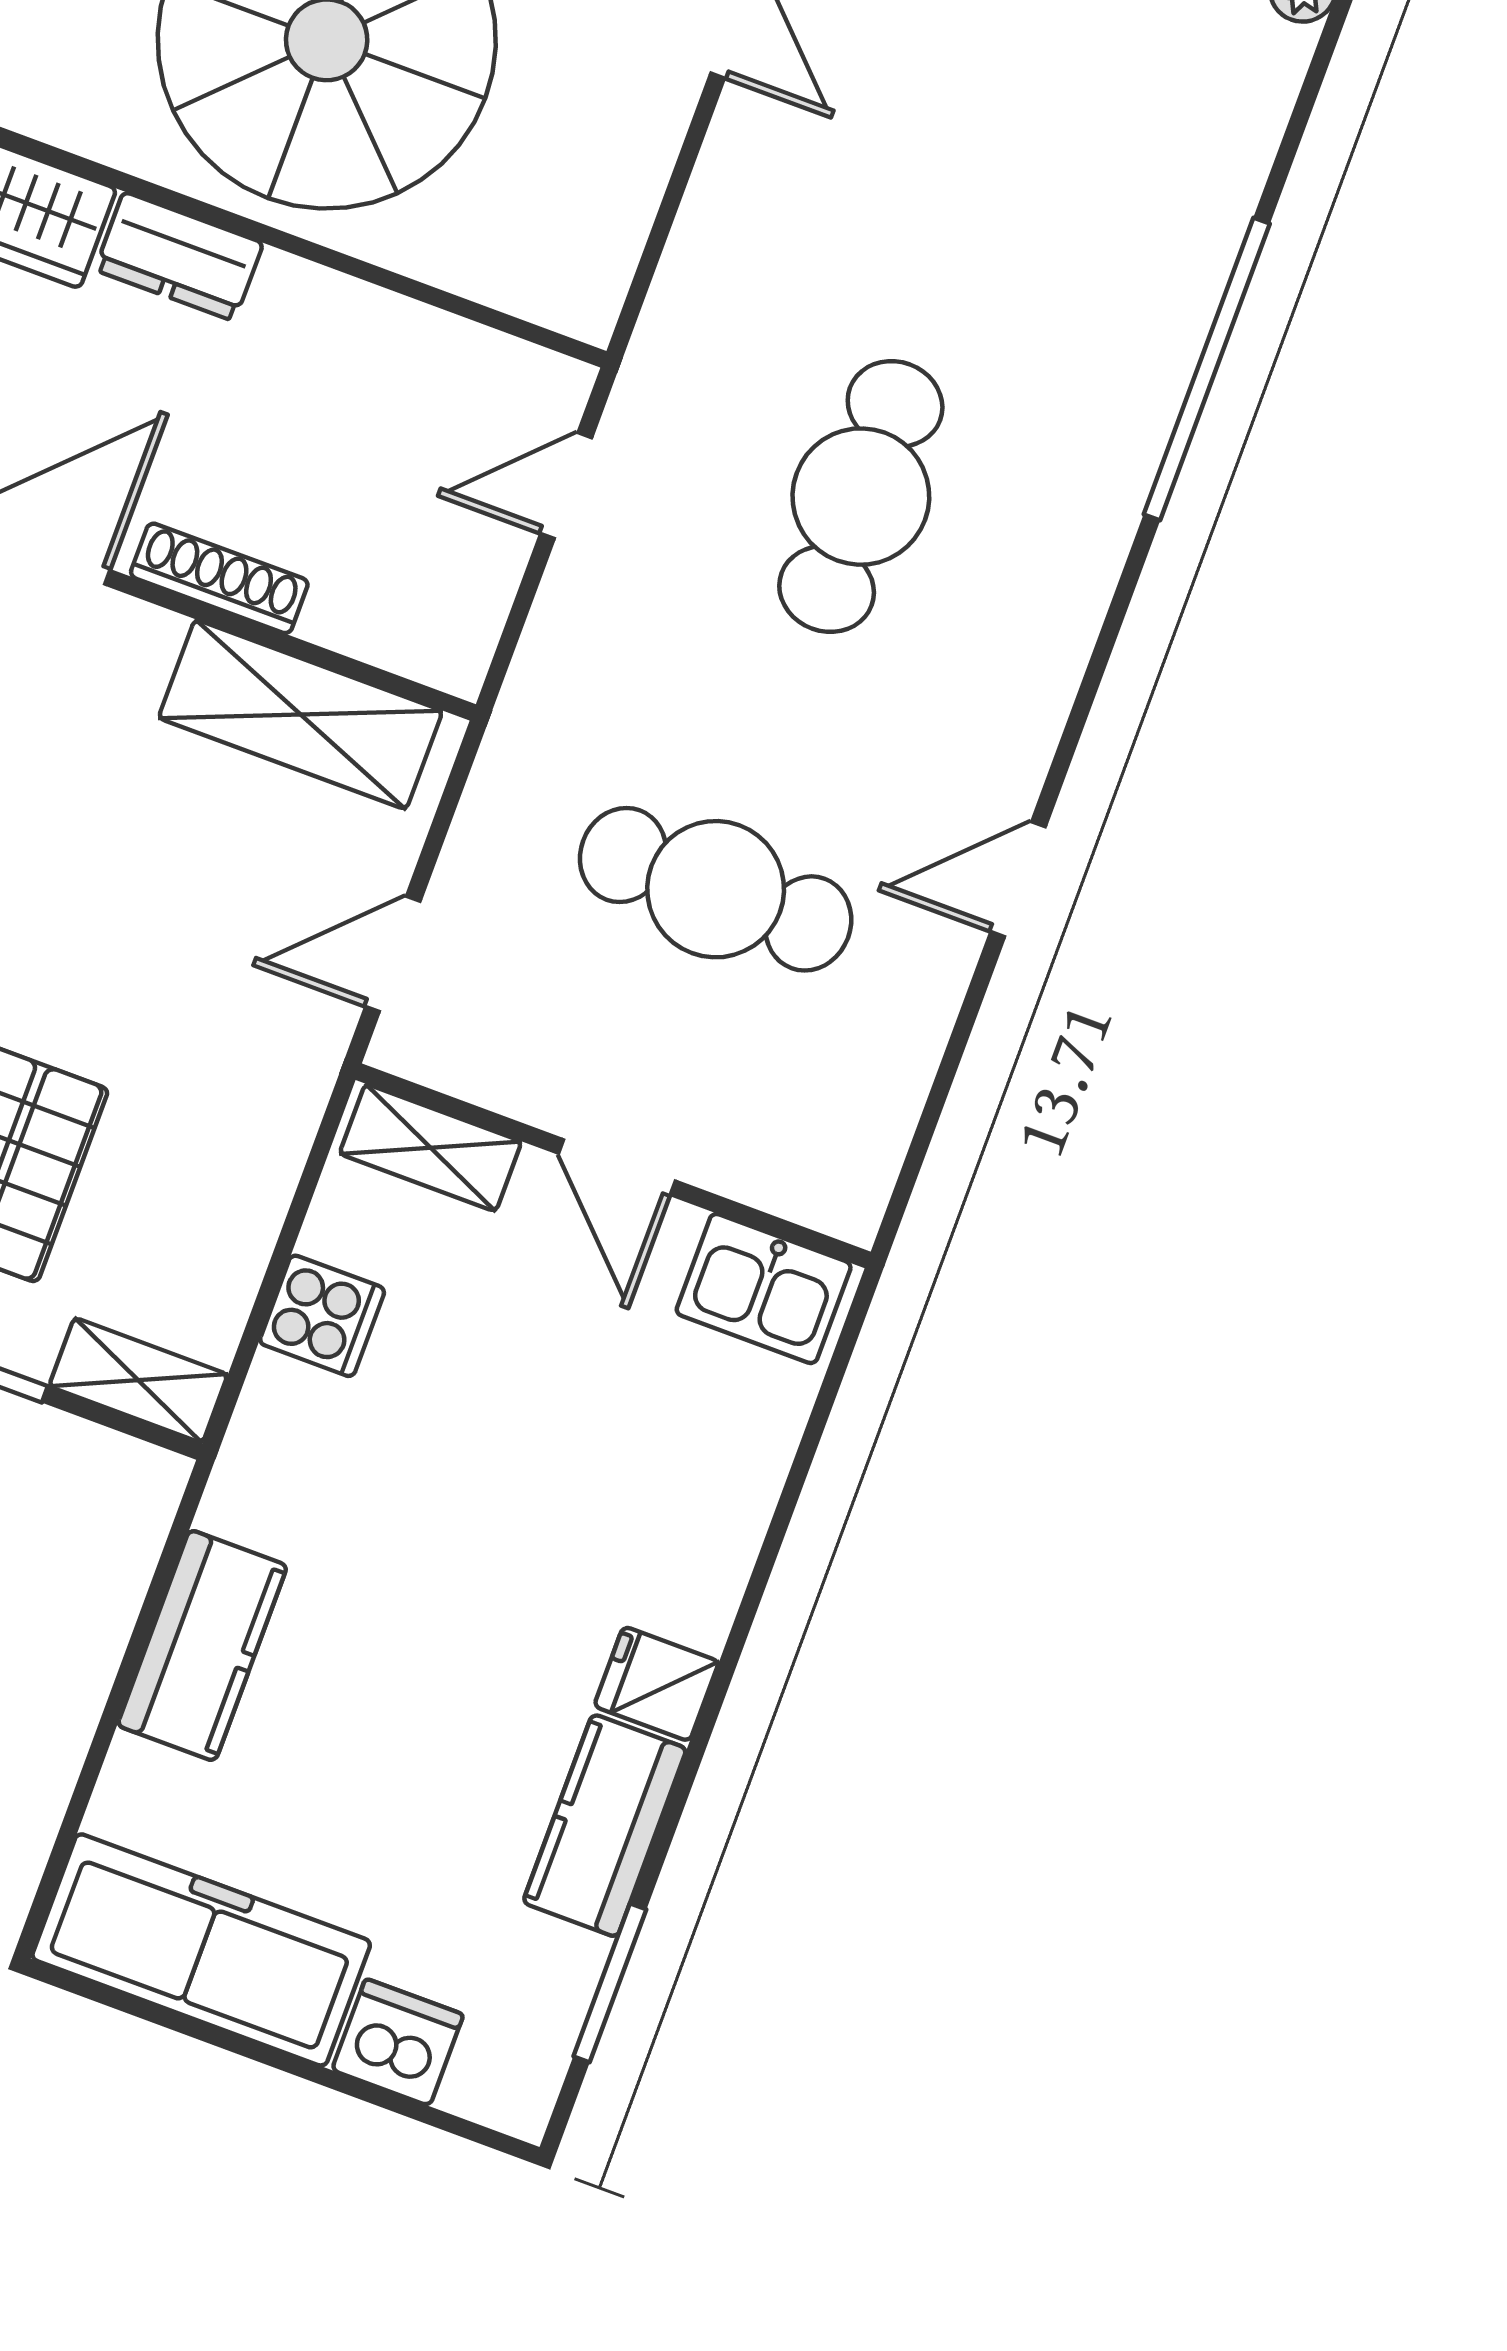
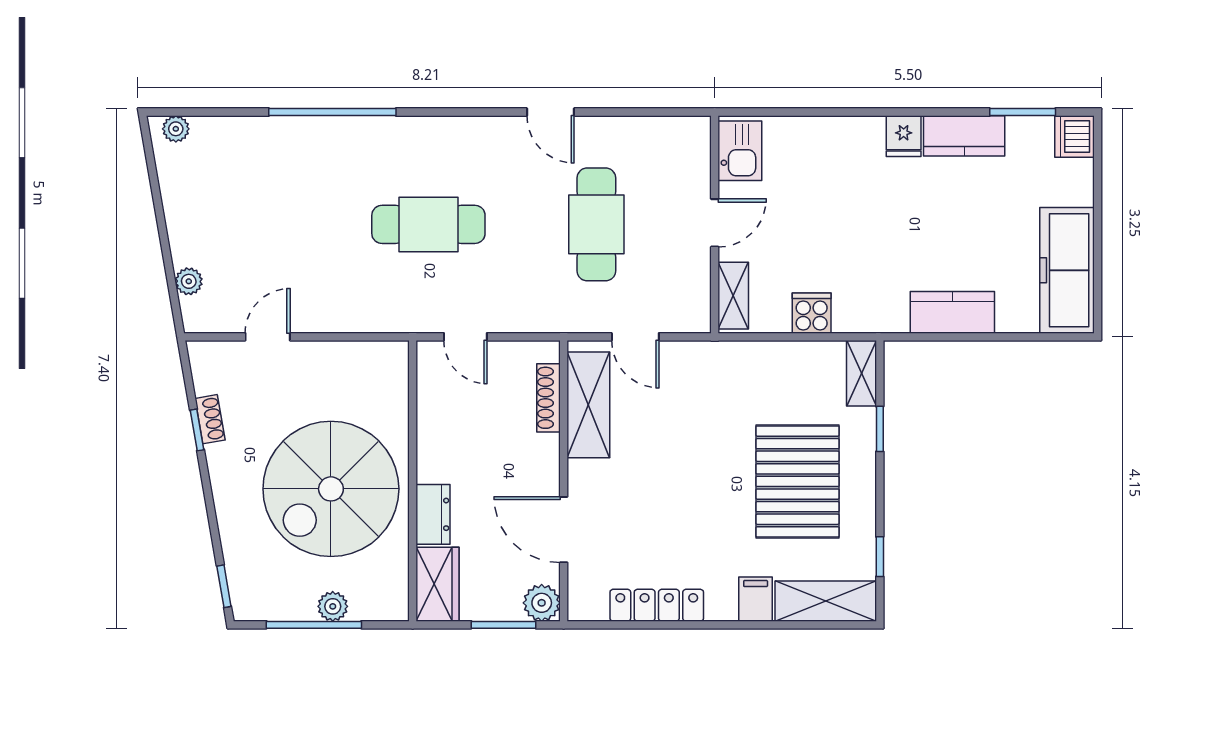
shoe rack: (219, 578) -> (549, 398), moved
door: (393, 954) -> (635, 337), moved
dishwasher: (398, 2042) -> (1074, 136), moved

